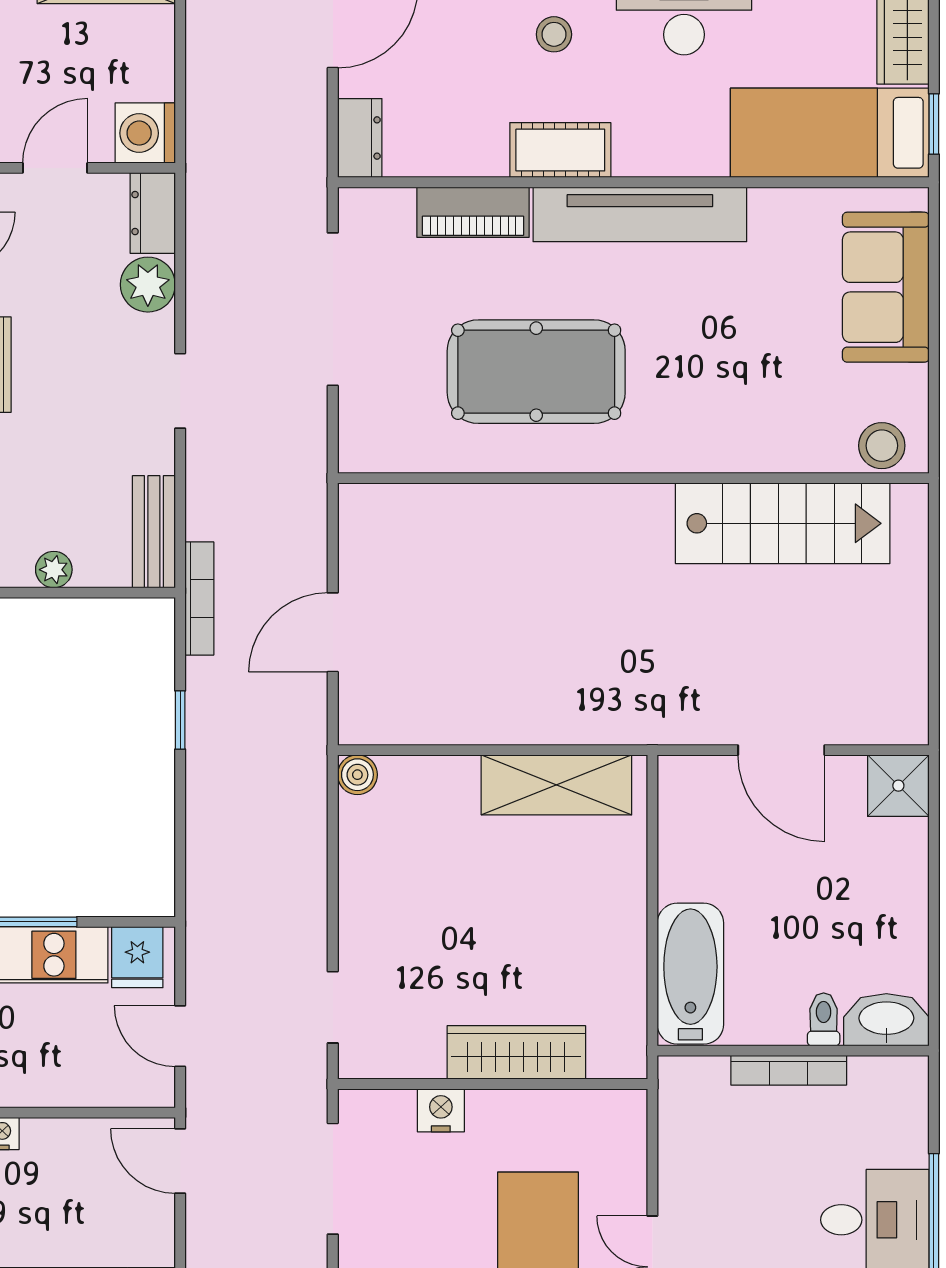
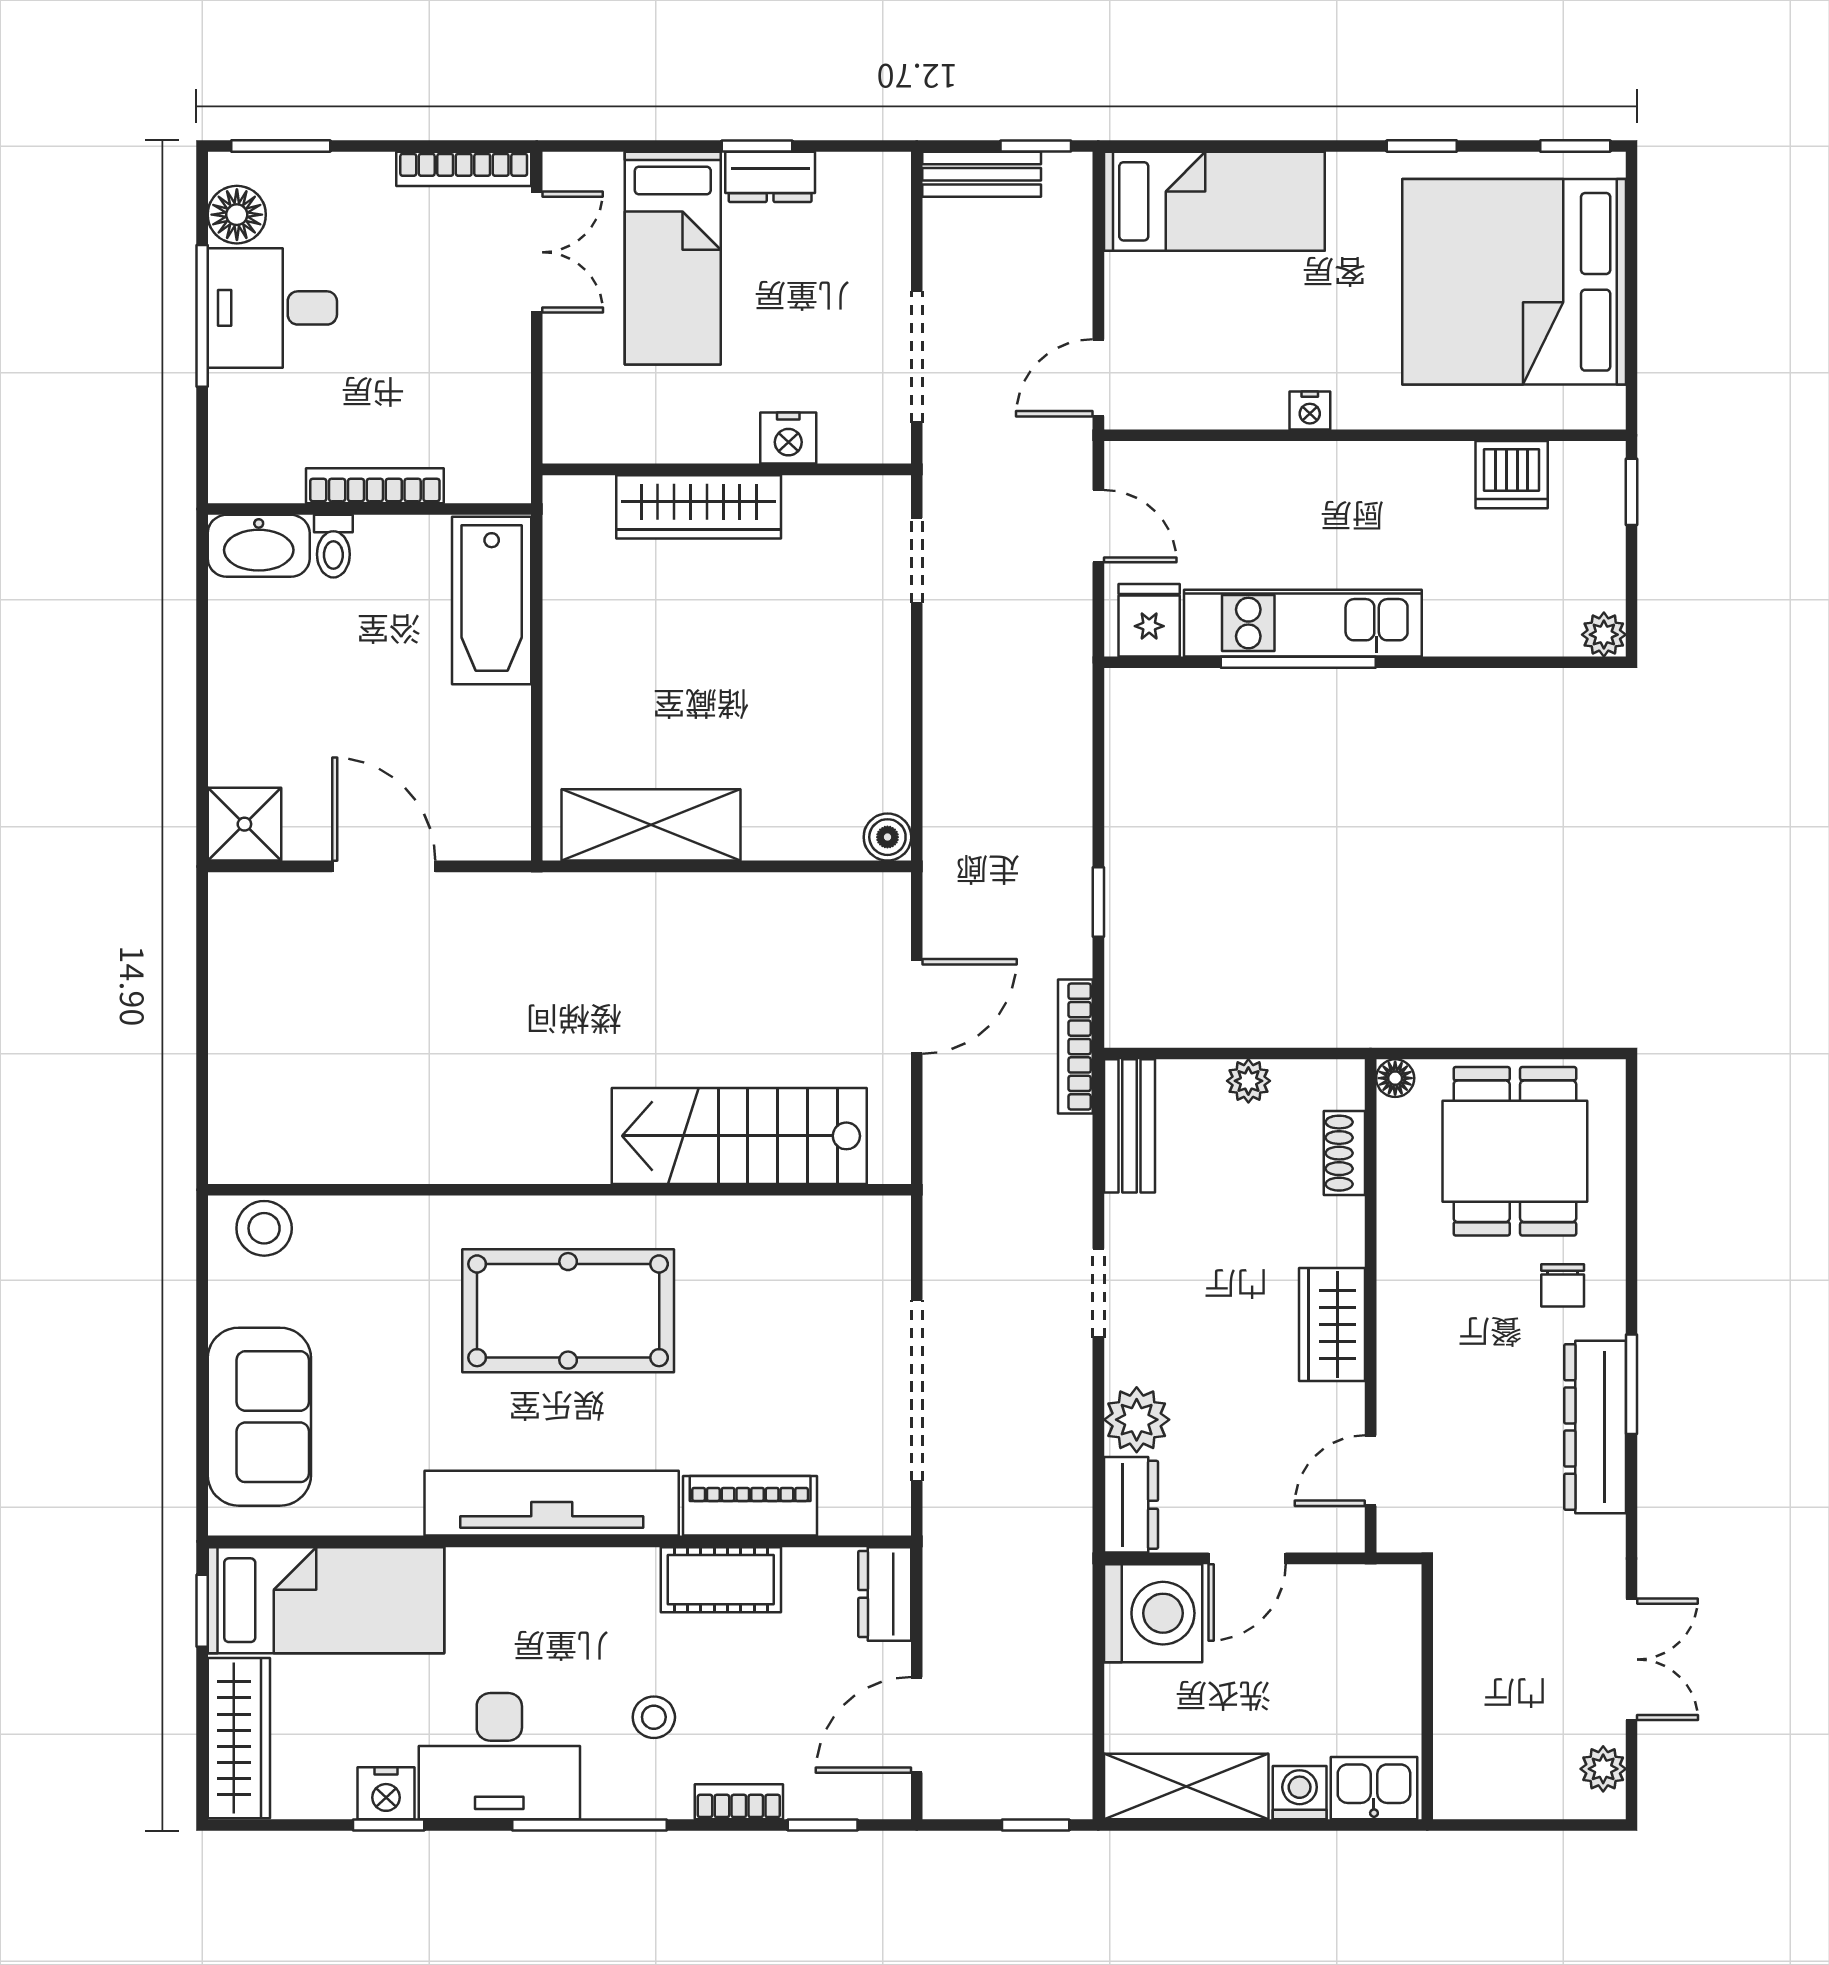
washing machine: (145, 133) -> (1153, 1613), width x1.37, depth x1.37
cot: (560, 150) -> (721, 1580), moved
pool table: (536, 372) -> (568, 1311), moved
stairs: (783, 523) -> (739, 1136), moved
door: (180, 1161) -> (1098, 378), swing flipped

